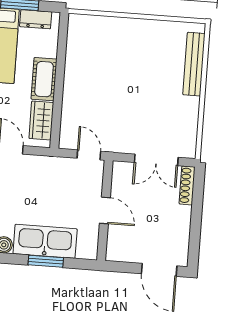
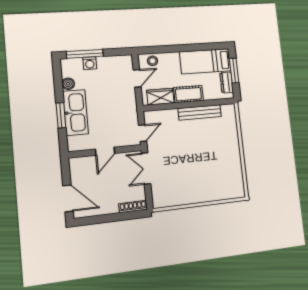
bench: (194, 64) -> (200, 112), moved
double door: (156, 160) -> (146, 168), moved
door: (159, 270) -> (68, 198), swing flipped

